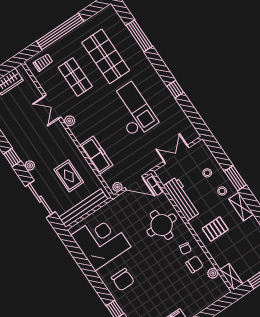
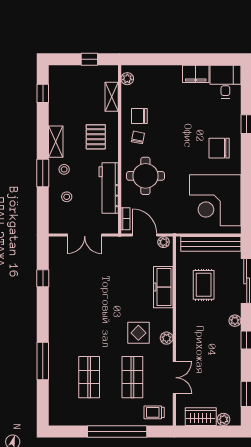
window: (139, 36) -> (43, 361), moved
shop shelf: (106, 56) -> (89, 377), width x0.70, depth x0.74
window: (175, 89) -> (43, 278), moved
double door: (52, 107) -> (174, 378), moved
checkout: (132, 110) -> (99, 307), removed
display table: (92, 111) -> (138, 333), added
pallet: (215, 229) -> (96, 137), turned 90
plant: (213, 273) -> (127, 79), moved
shelving: (231, 277) -> (112, 97), moved
chair: (123, 280) -> (219, 148), turned -90

